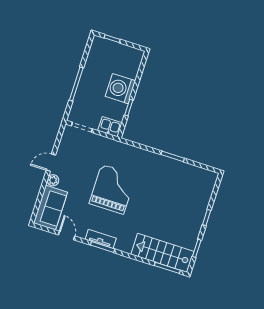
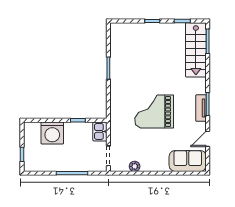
washing machine: (120, 89) -> (52, 133), moved
door: (51, 163) -> (148, 173), removed
plant: (53, 180) -> (135, 166), moved

